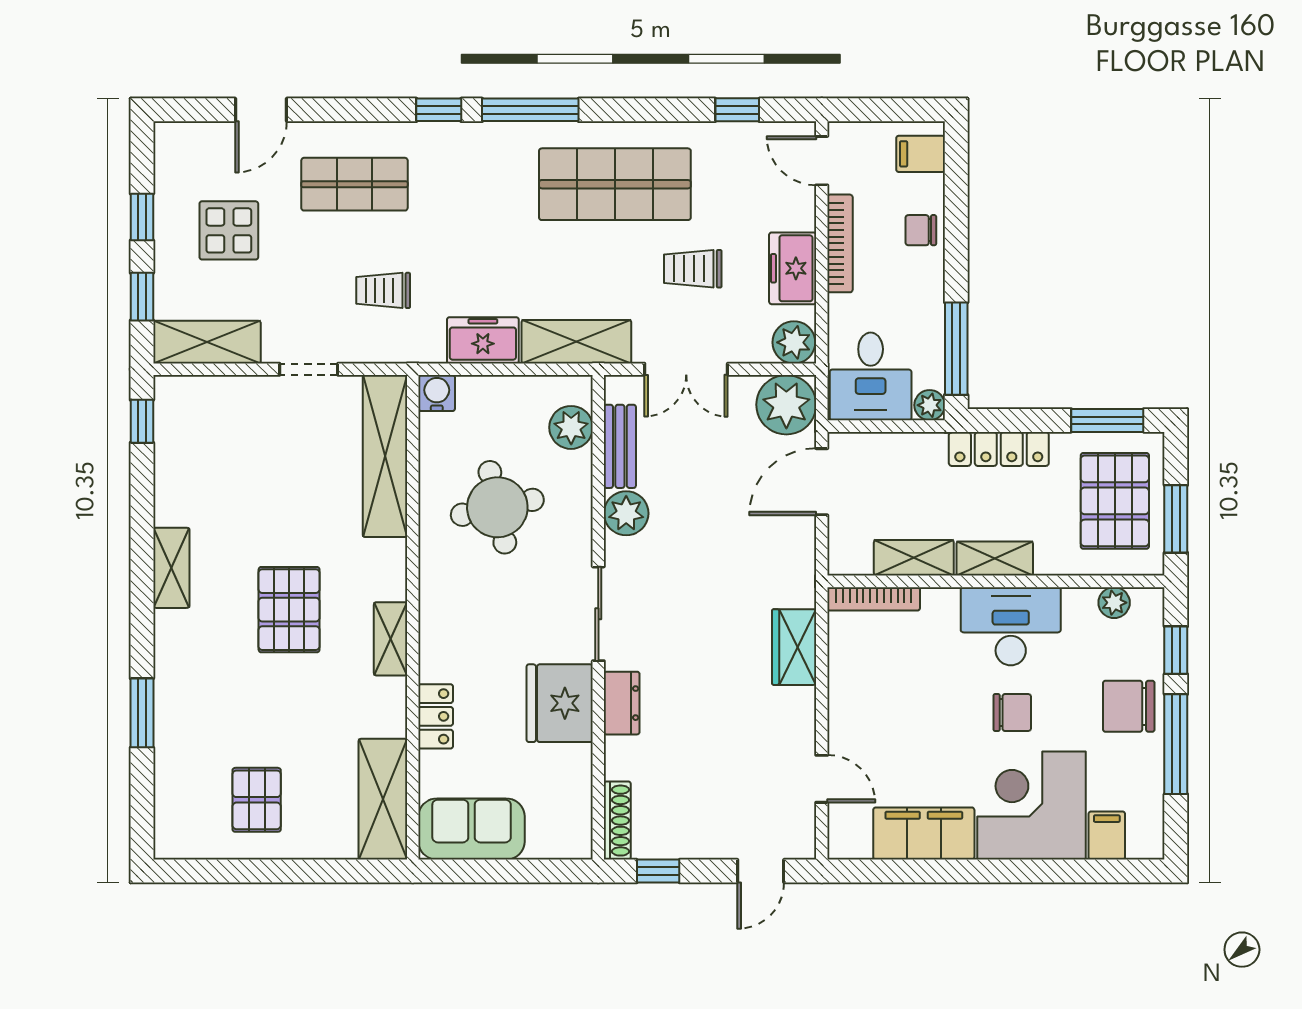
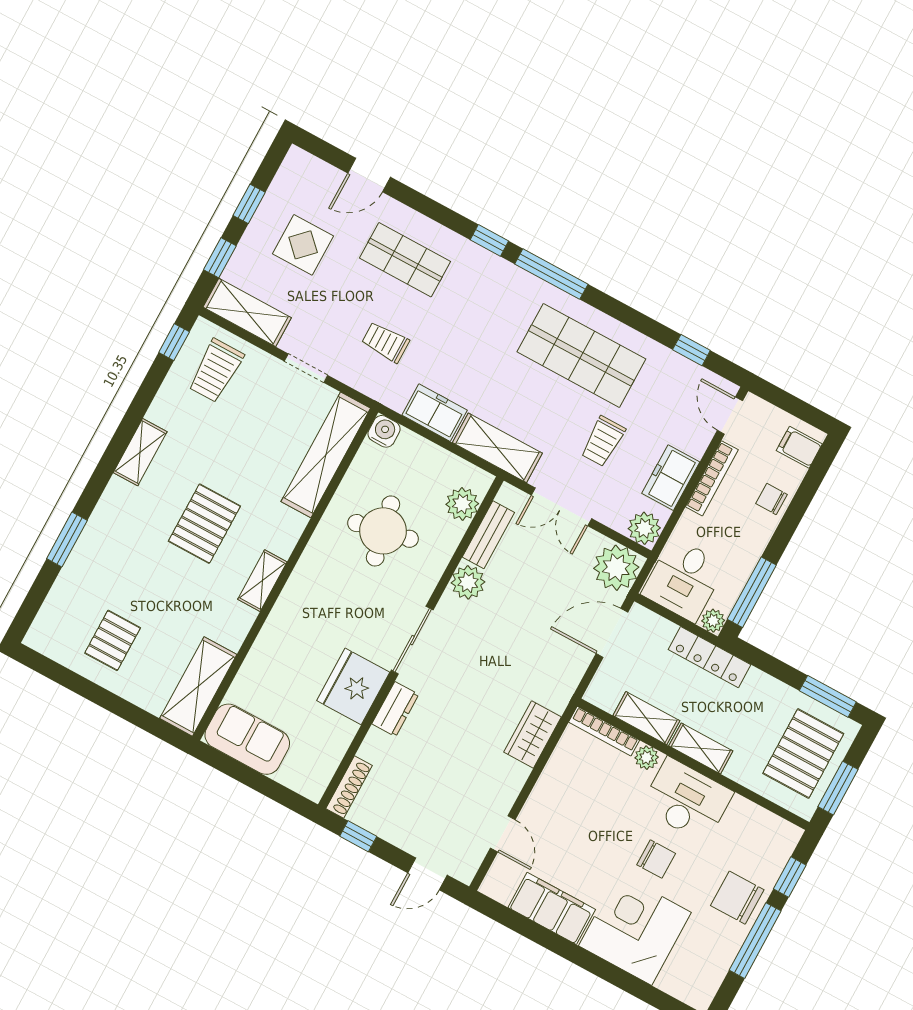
trolley: (693, 269) -> (603, 441), turned -90
trolley: (207, 428) -> (216, 371), added
locker: (999, 449) -> (709, 657), moved
plant: (1114, 603) -> (647, 758), moved
locker: (436, 716) -> (264, 650), removed
filing cabinet: (1107, 836) -> (675, 977), removed

